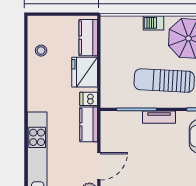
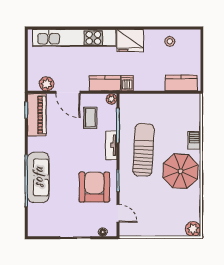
fridge: (85, 72) -> (130, 41), moved, turned 180
plant: (107, 117) -> (111, 99), added
coffee table: (128, 141) -> (90, 118), added

